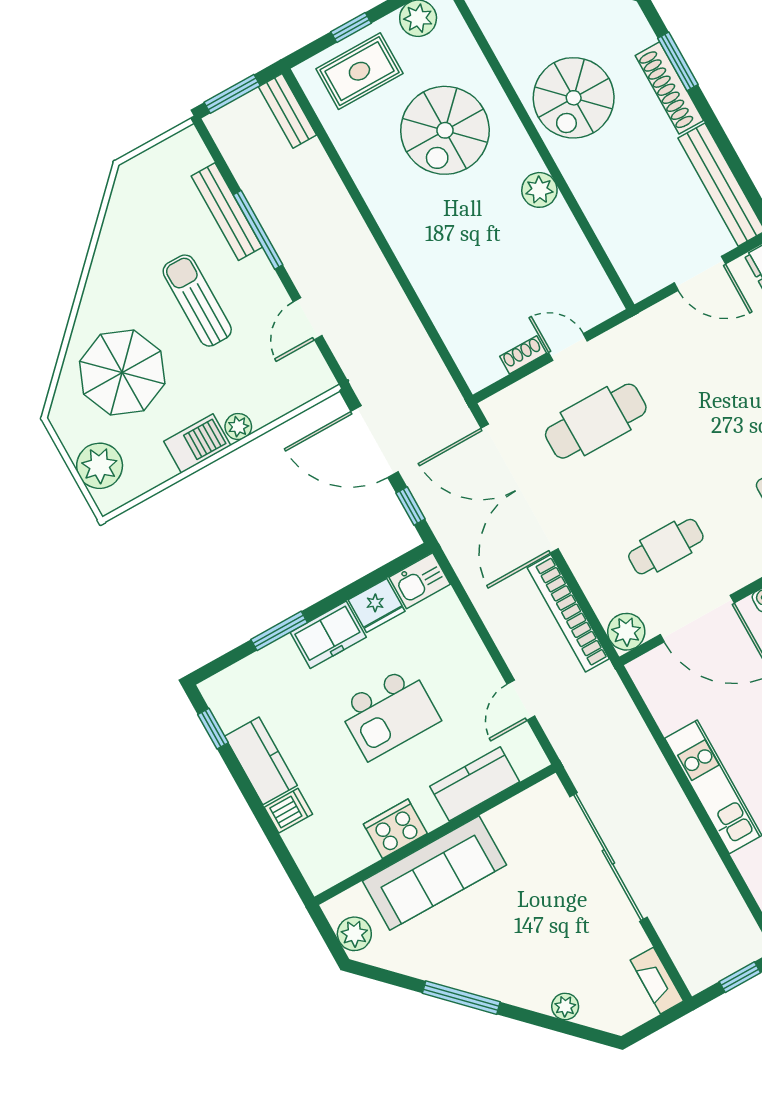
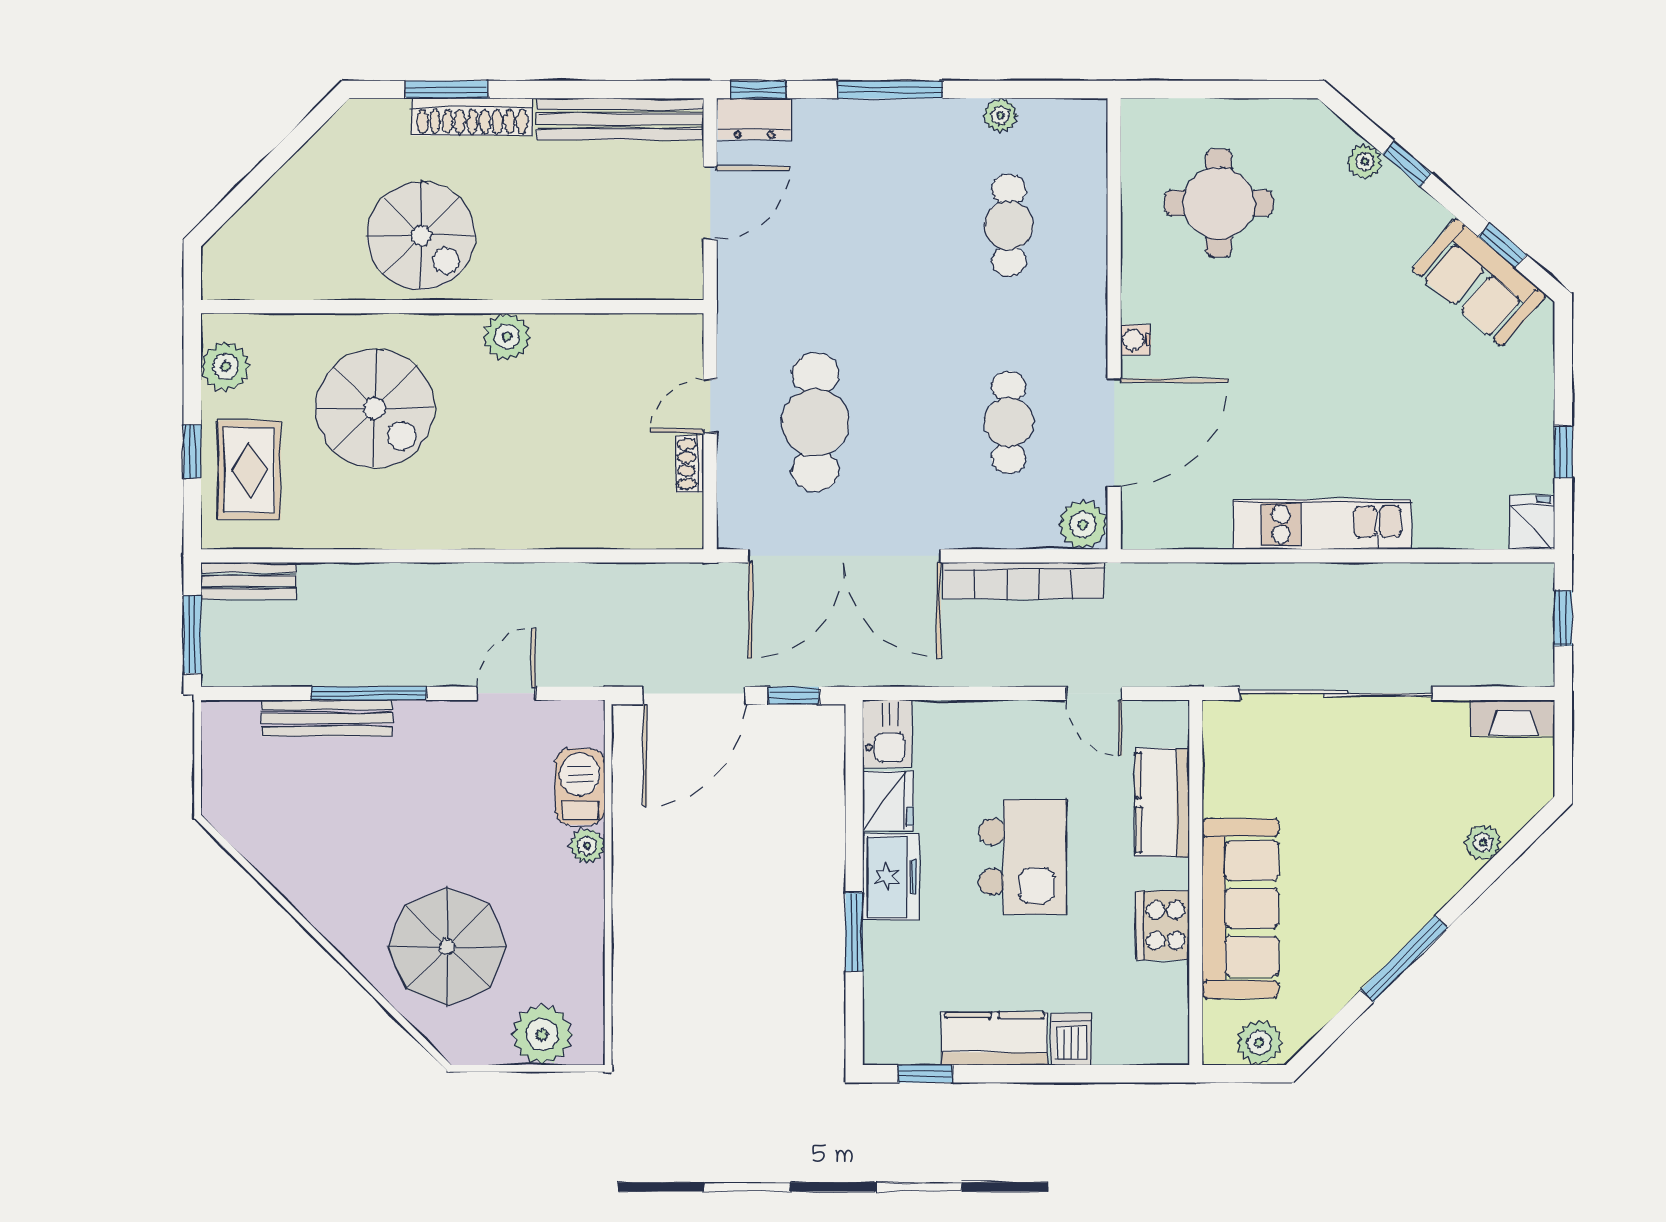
sun lounger: (197, 301) -> (412, 811), removed
door: (308, 319) -> (506, 693), swing flipped
barbecue: (197, 443) -> (580, 787), moved

